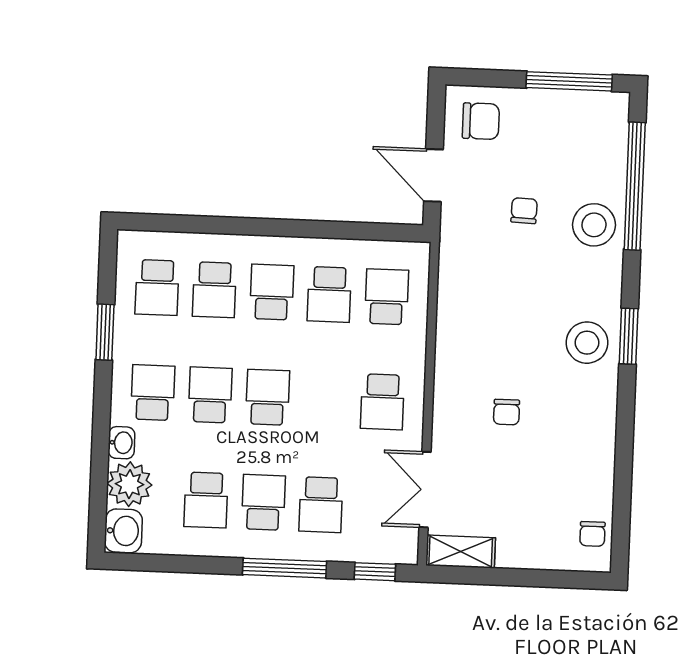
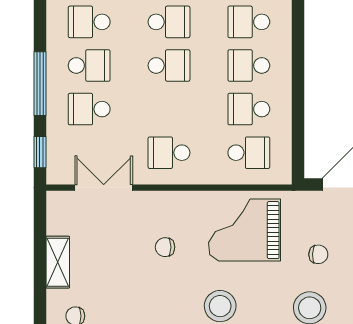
school desk: (272, 292) -> (249, 65), turned 180
grand piano: (488, 307) -> (244, 230), added
shelving: (461, 552) -> (58, 262), moved

